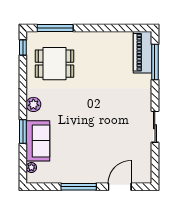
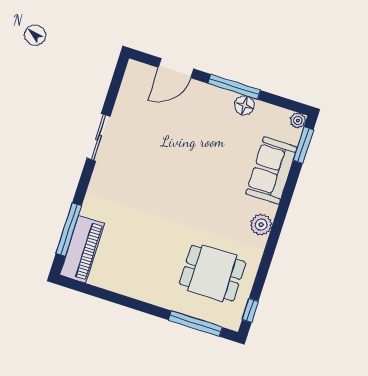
window: (23, 131) -> (303, 145), moved
plant: (31, 167) -> (298, 121), moved
floor lamp: (69, 177) -> (244, 105), added

